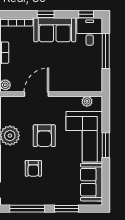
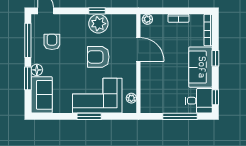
armchair: (33, 168) -> (52, 42), moved, turned 90
sofa: (92, 182) -> (42, 95), moved, turned 90
floor lamp: (58, 199) -> (37, 70), added

